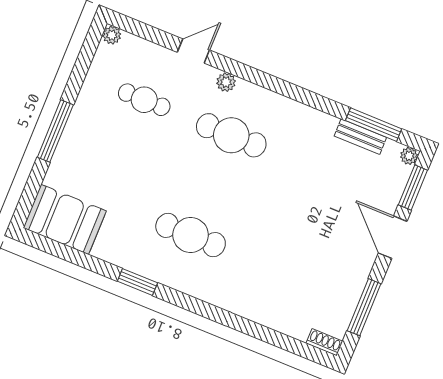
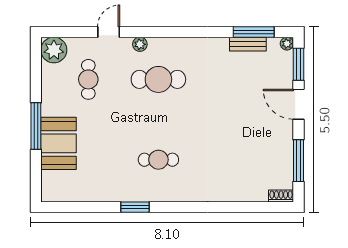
plant: (112, 35) -> (54, 50), width x1.88, depth x1.88
cafe table: (144, 100) -> (88, 79), turned 90
booth: (65, 219) -> (59, 143), moved, turned 90
cafe table: (191, 235) -> (158, 160), width x0.73, depth x0.74

